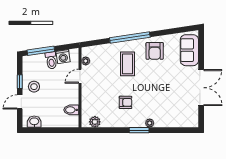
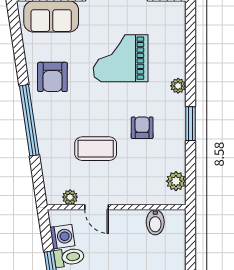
armchair: (155, 51) -> (52, 77), turned 90
coffee table: (128, 64) -> (96, 149), moved
grand piano: (165, 90) -> (121, 58), added
window: (139, 130) -> (190, 124), moved

